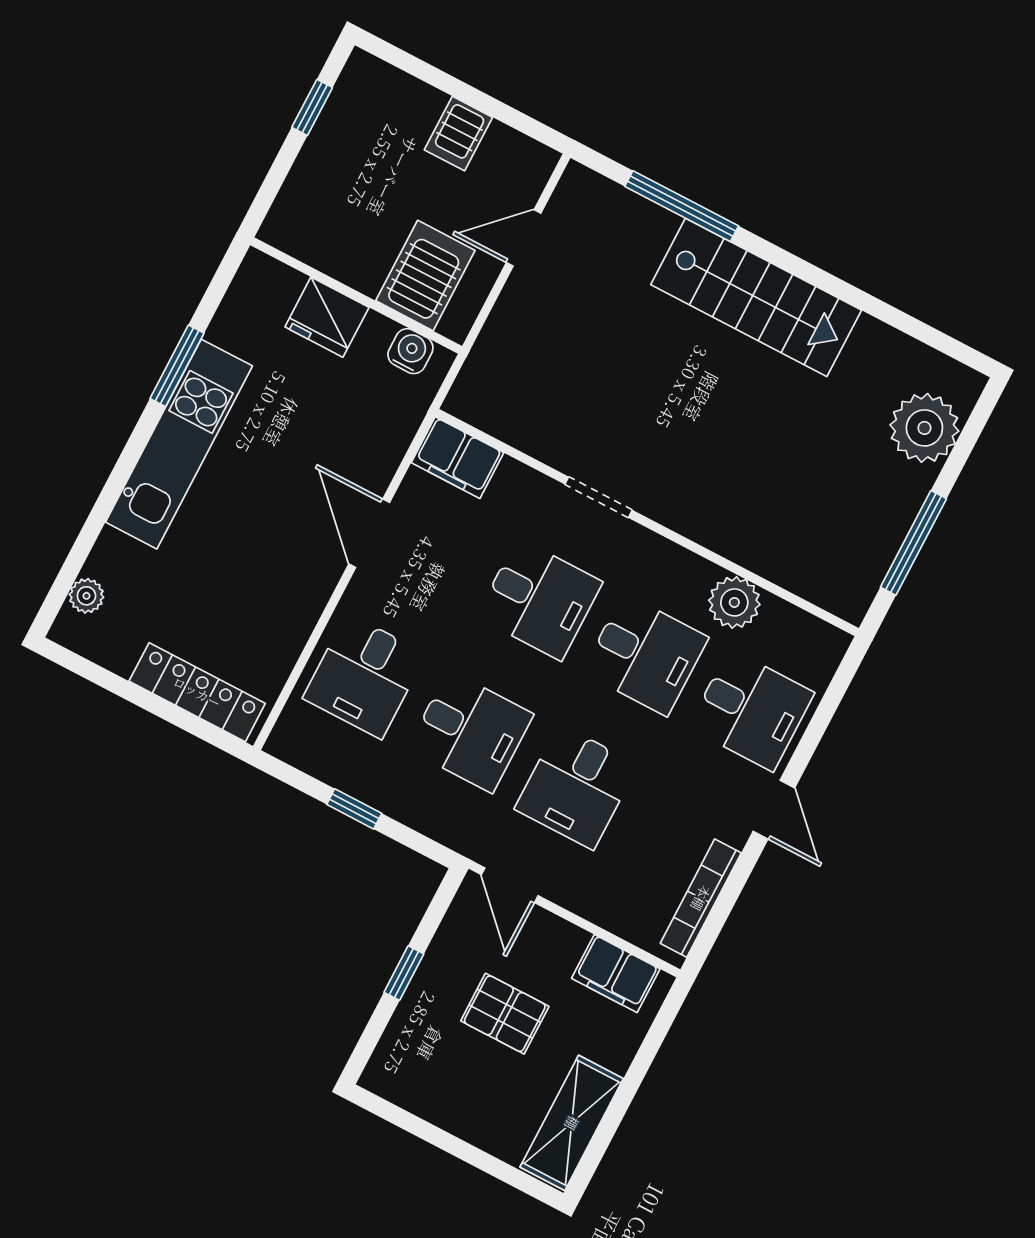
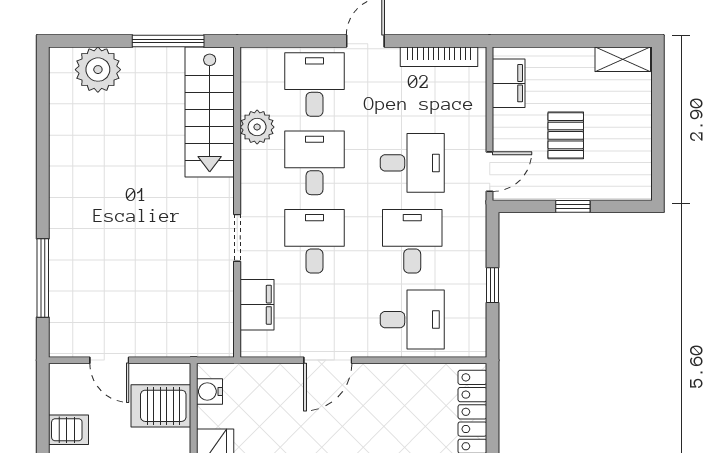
stairs: (756, 297) -> (210, 112), moved, turned 180
filing cabinet: (457, 458) -> (257, 305), moved
shelving: (572, 1123) -> (623, 59), width x0.67, depth x0.75

